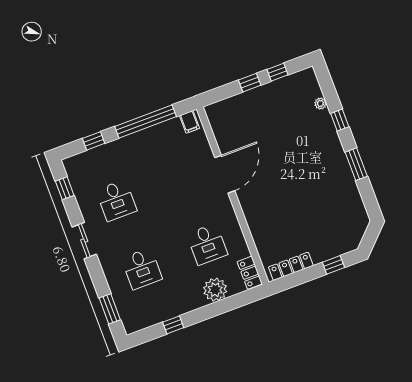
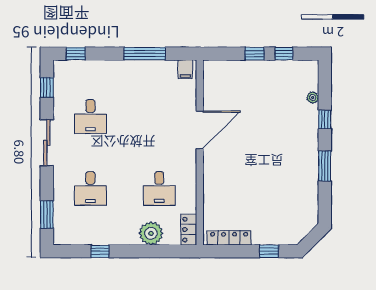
window: (146, 121) -> (145, 54), width x0.68
window: (94, 141) -> (76, 54), moved
sliding door: (84, 241) -> (47, 143), width x1.37

